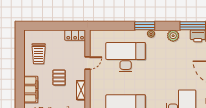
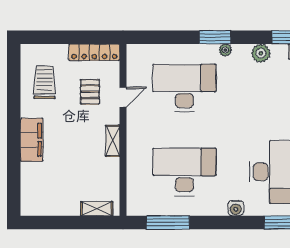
locker: (75, 35) -> (94, 52), width x1.53
trolley: (39, 54) -> (44, 82), turned 180
pallet: (59, 77) -> (90, 92), moved

